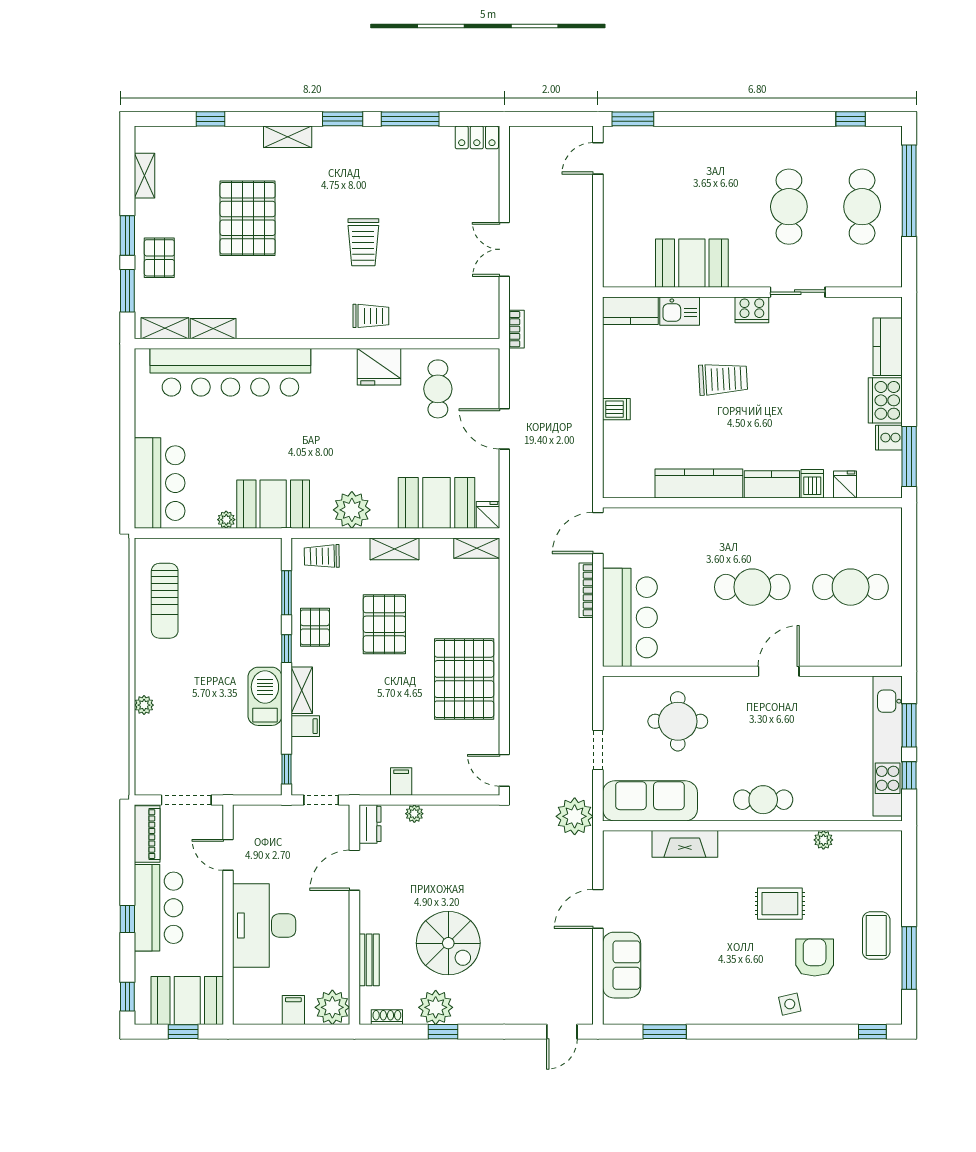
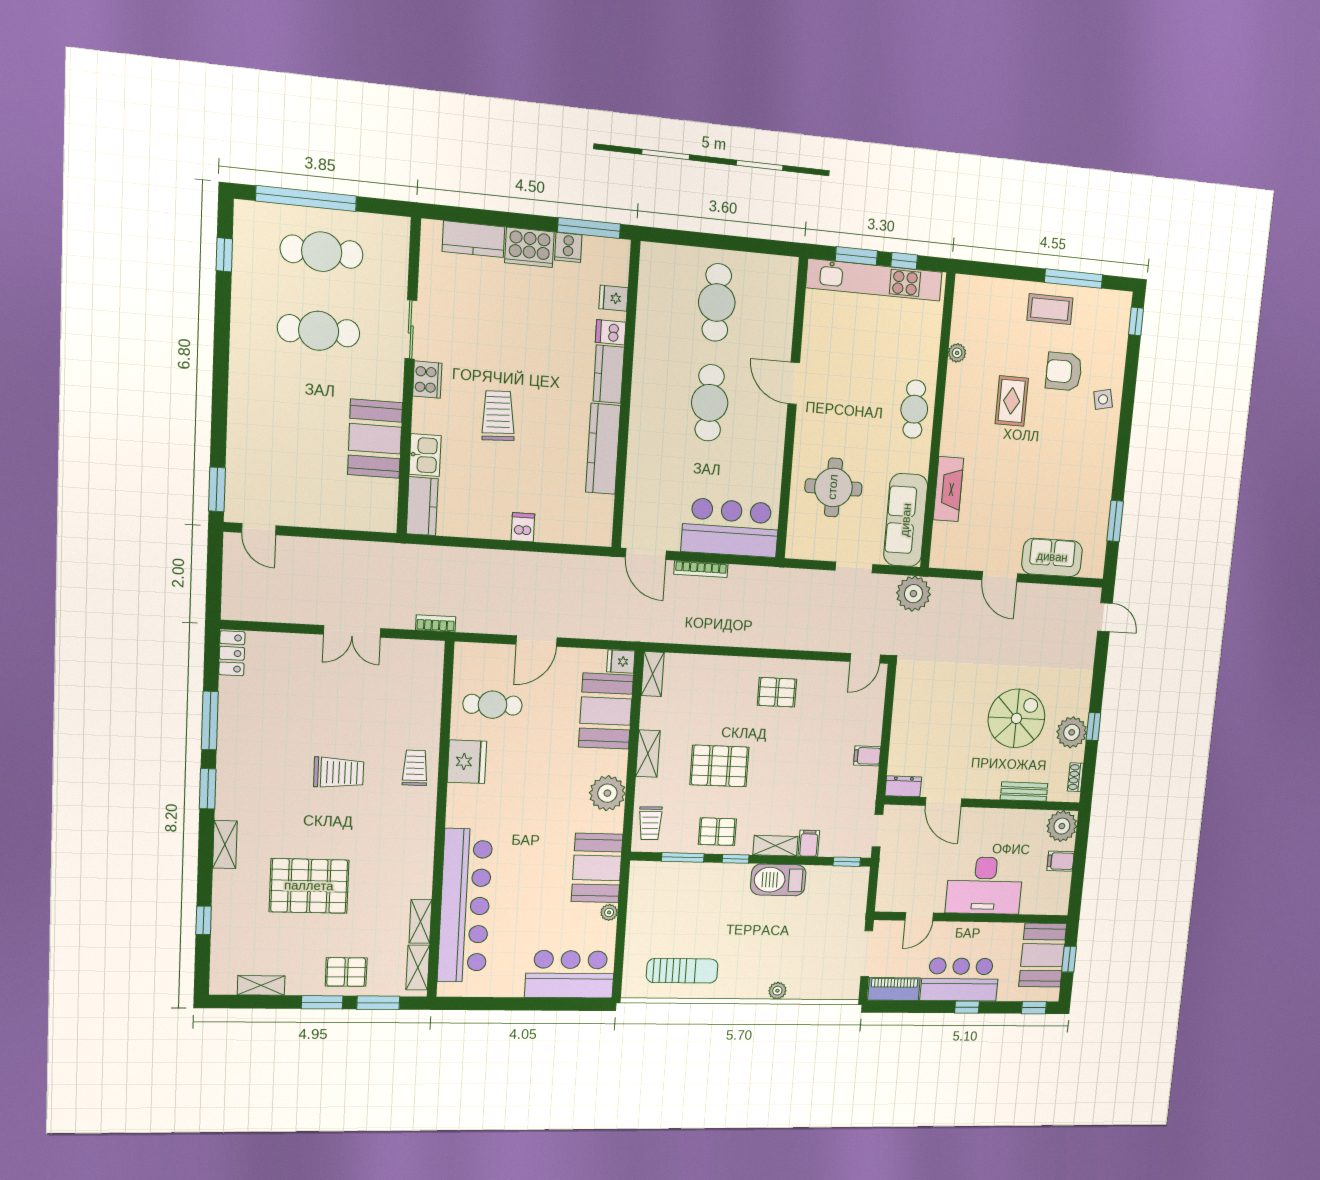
pallet: (464, 679) -> (777, 692), width x0.49, depth x0.50
plant: (414, 814) -> (897, 745), removed

